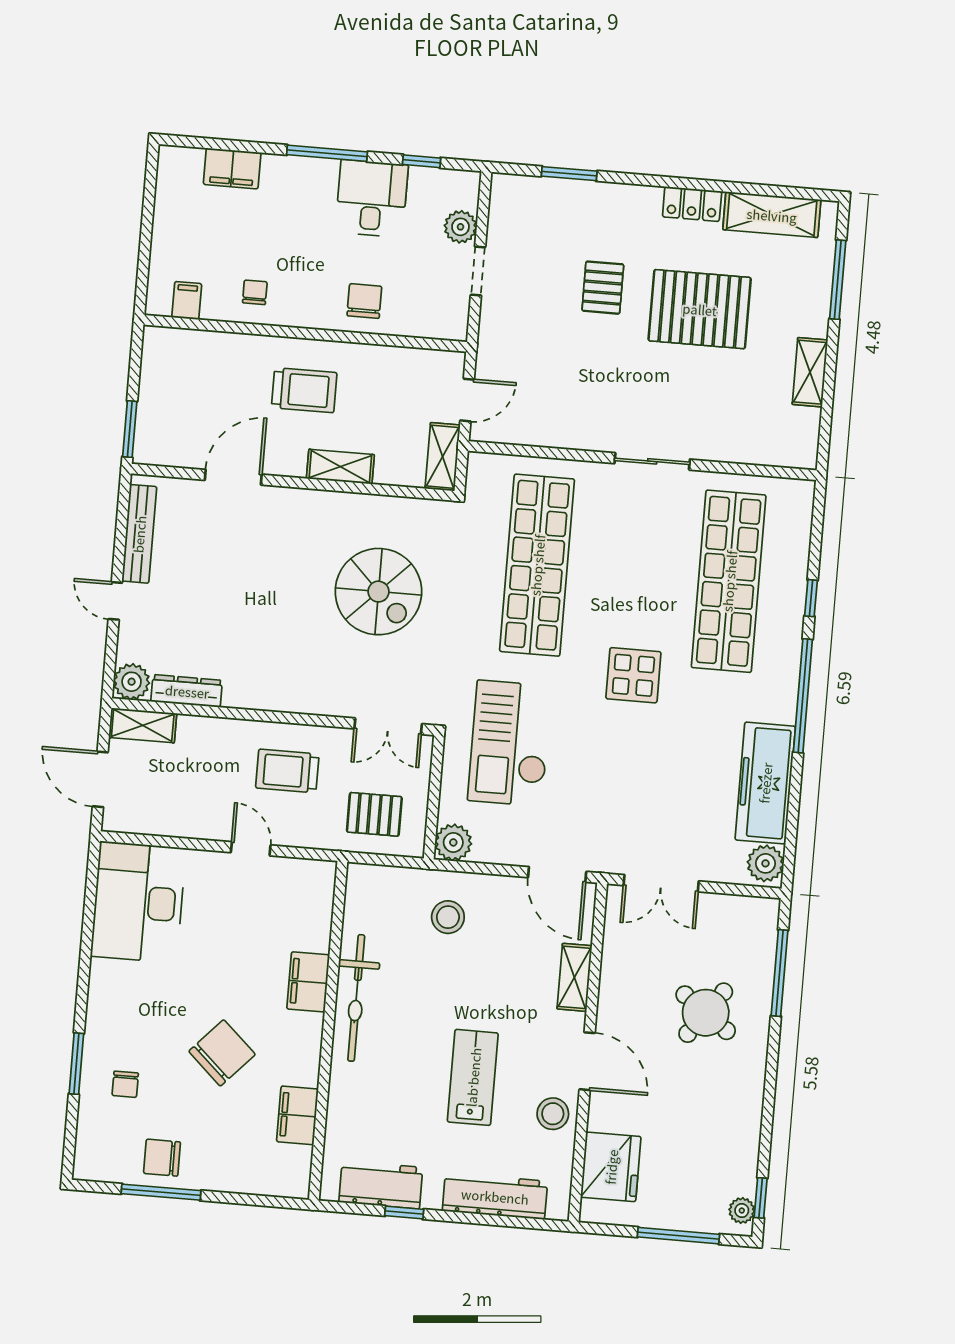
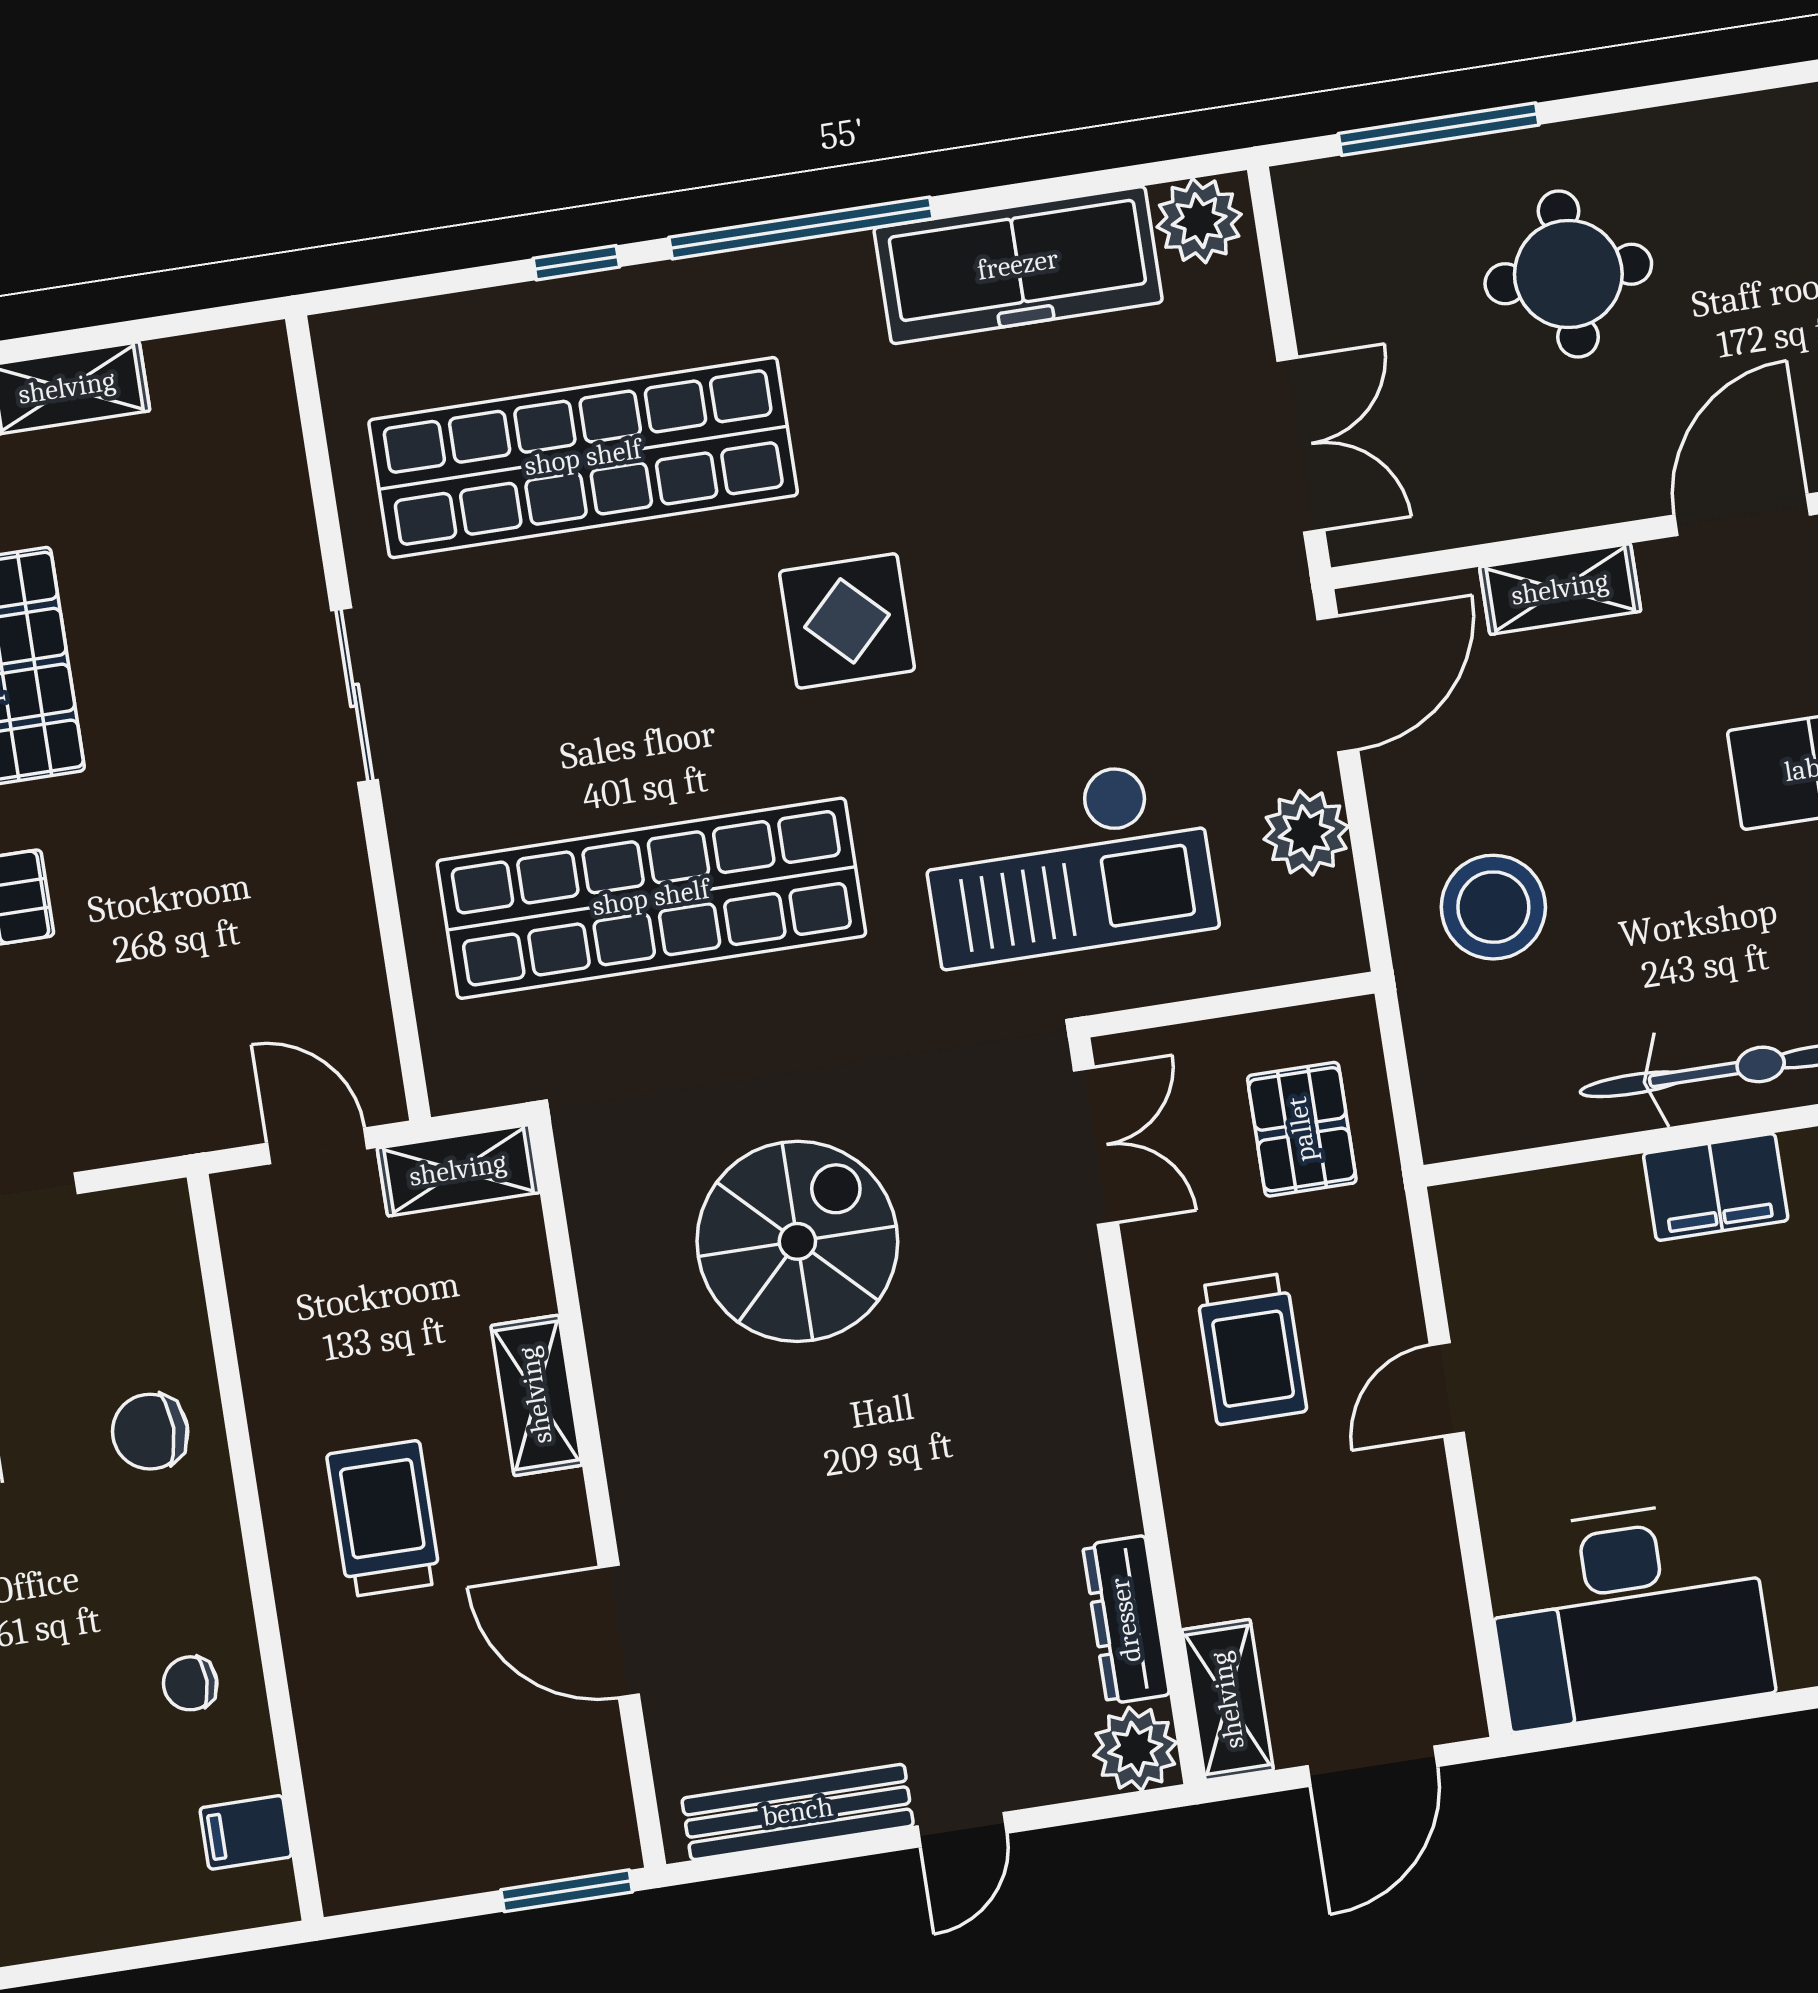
plant: (453, 842) -> (1306, 833), moved
stool: (448, 917) -> (1493, 907), width x1.38, depth x1.38
round table: (706, 1013) -> (1568, 274), turned -36

